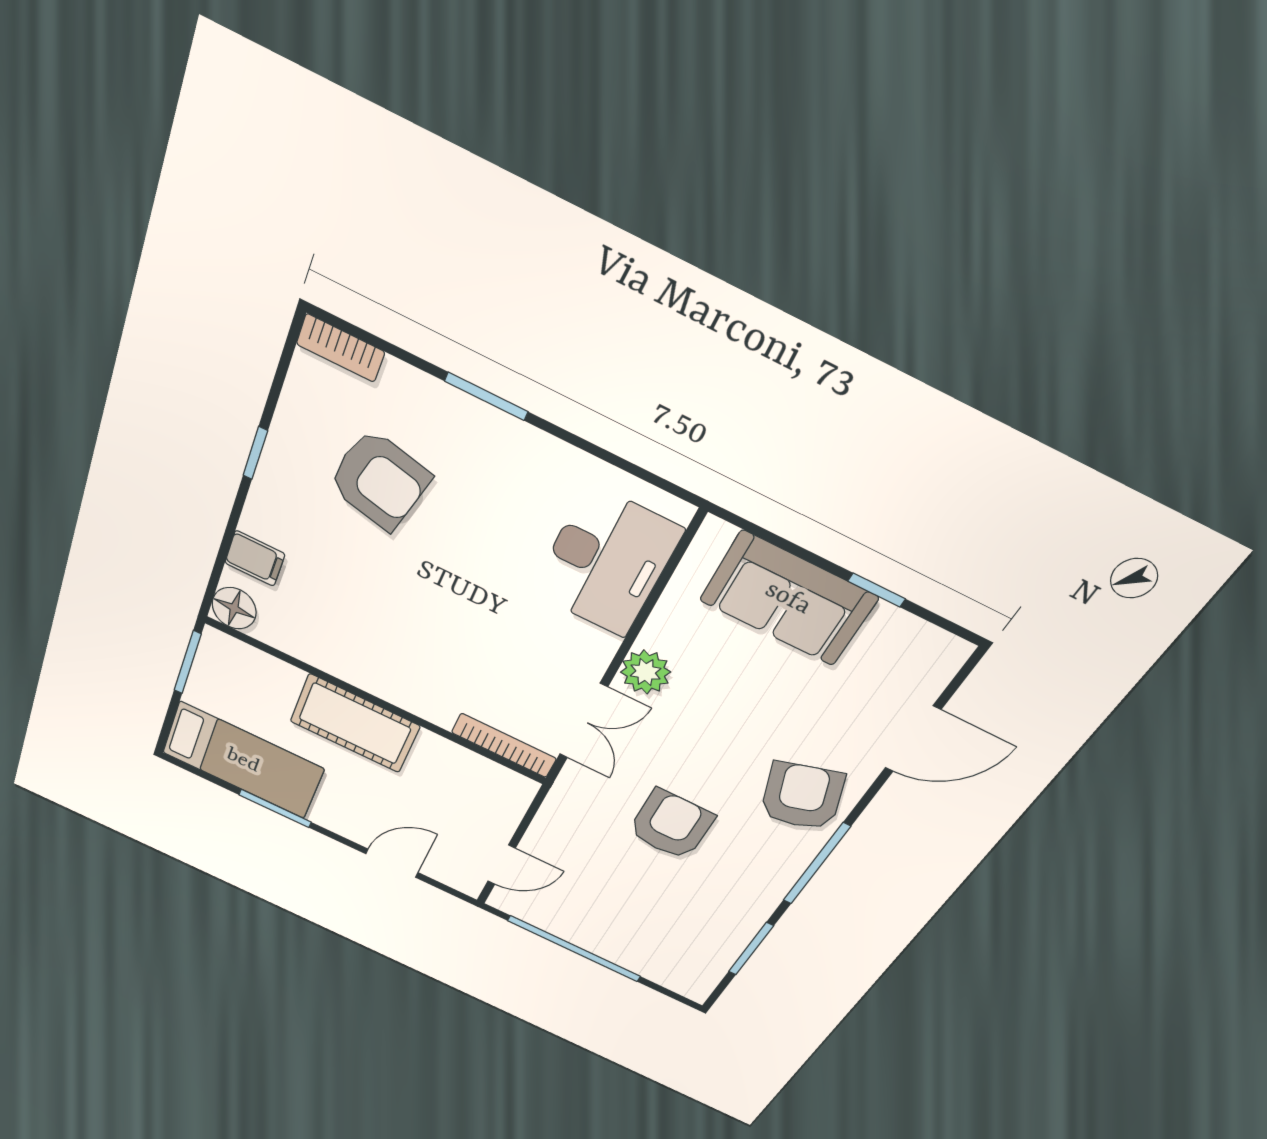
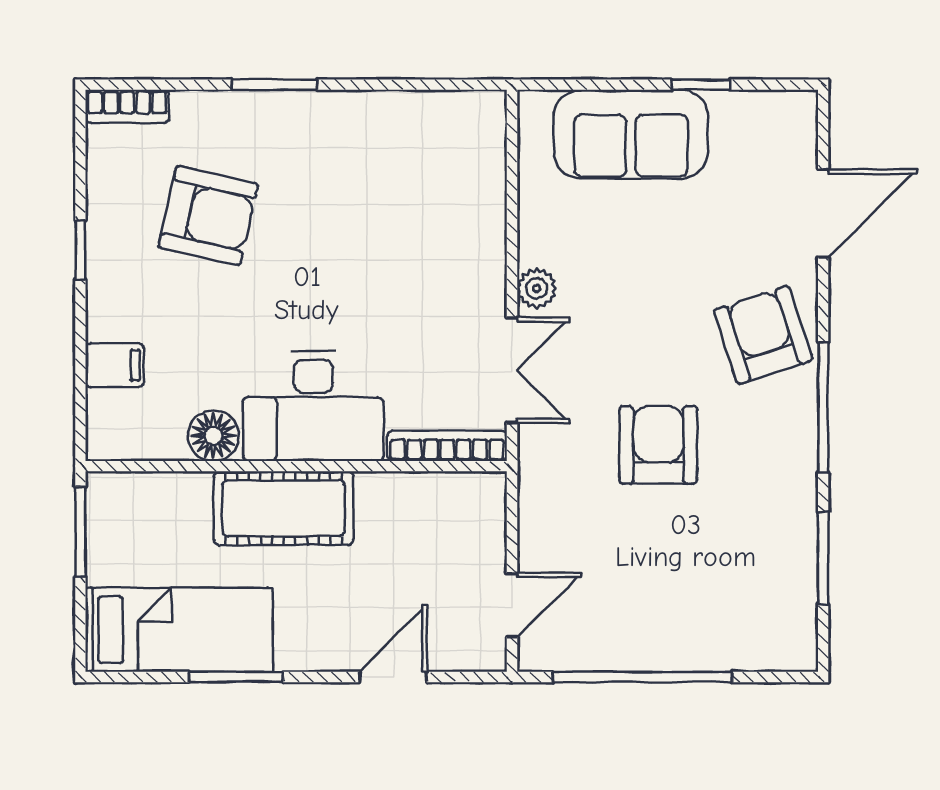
desk: (606, 561) -> (313, 406), moved, turned 90
floor lamp: (234, 608) -> (214, 436), moved
plant: (646, 672) -> (537, 288), width x0.73, depth x0.73

